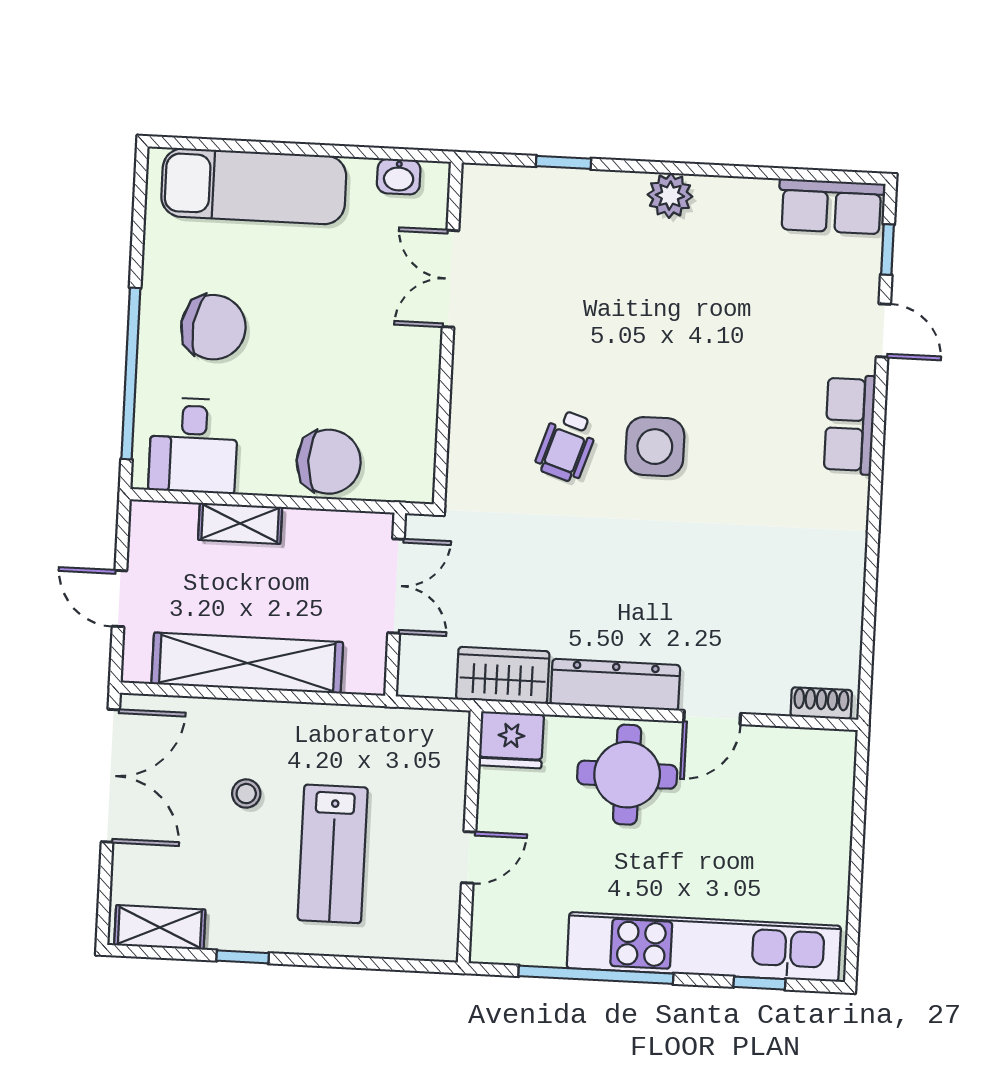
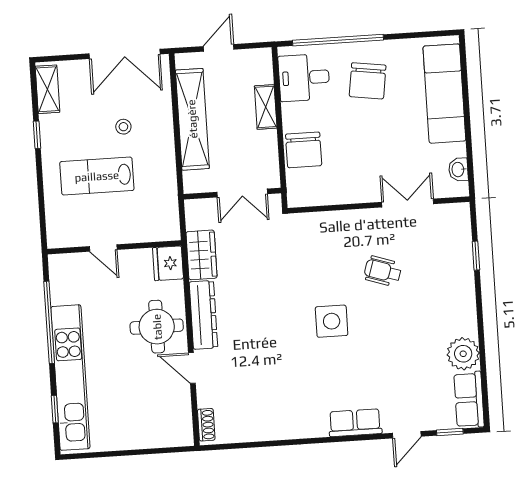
plant: (670, 196) -> (463, 354), moved, width x1.36, depth x1.36
wheelchair: (566, 446) -> (383, 271), moved

